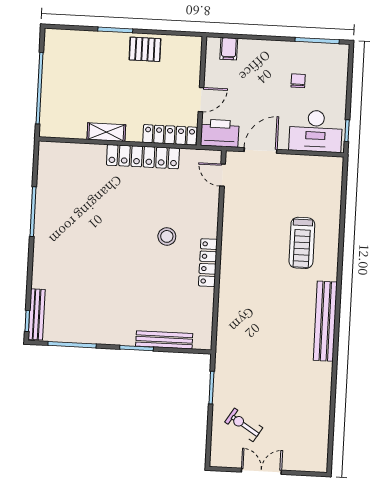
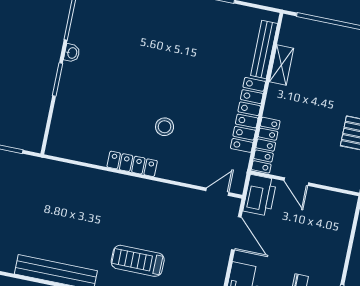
filing cabinet: (229, 49) -> (343, 217), removed
shelving: (106, 132) -> (281, 65), moved
washbasin: (108, 338) -> (72, 53), added
bench: (164, 340) -> (264, 50), moved

